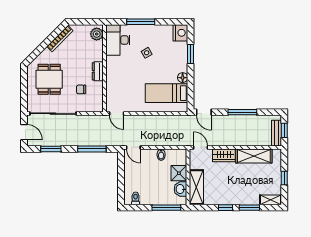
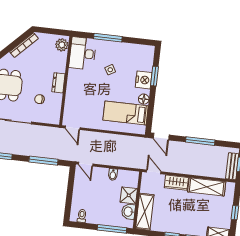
nightstand: (180, 33) -> (144, 80), moved

